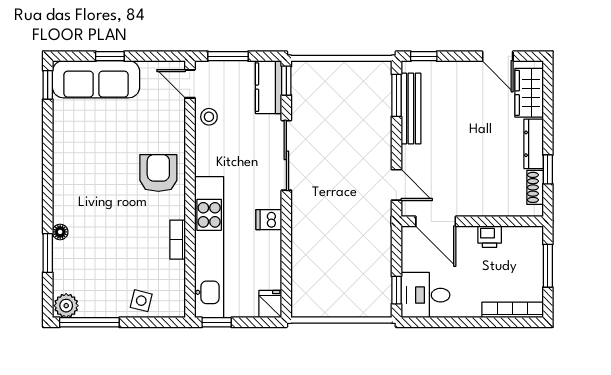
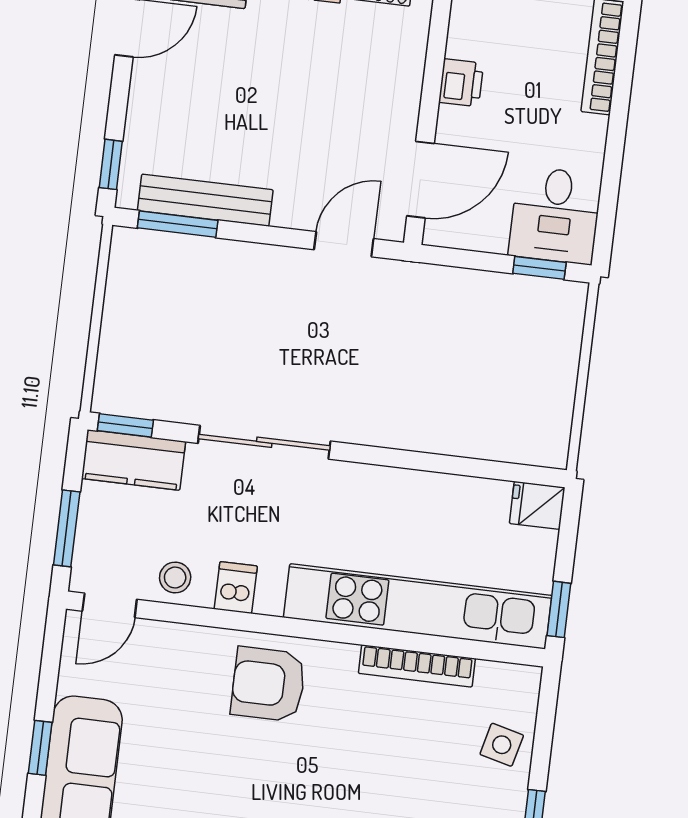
dishwasher: (269, 220) -> (236, 588), moved, turned 180
bookcase: (178, 240) -> (417, 666), width x1.56

